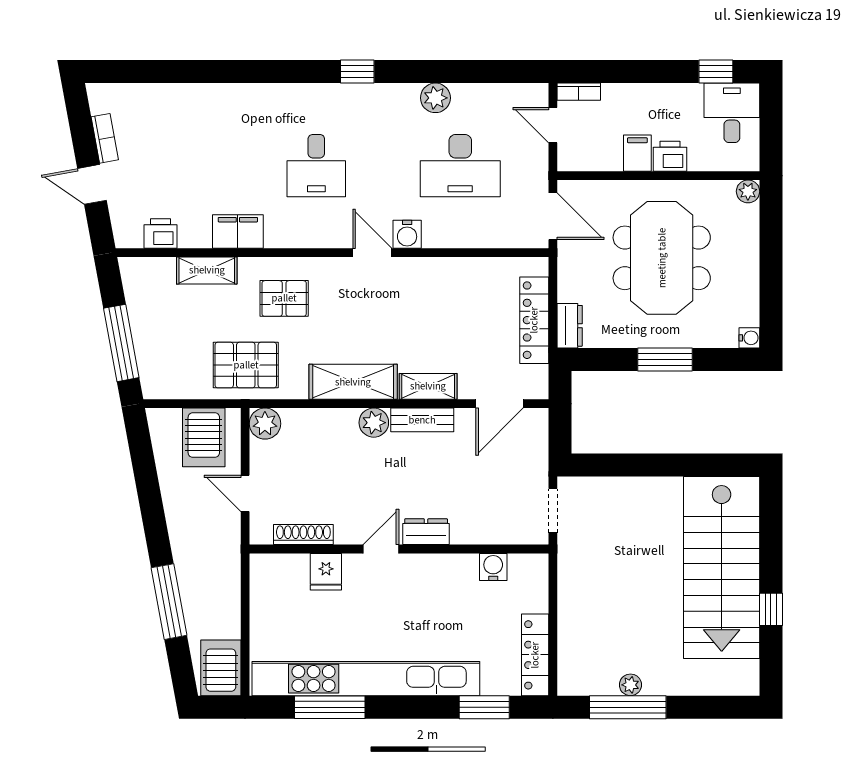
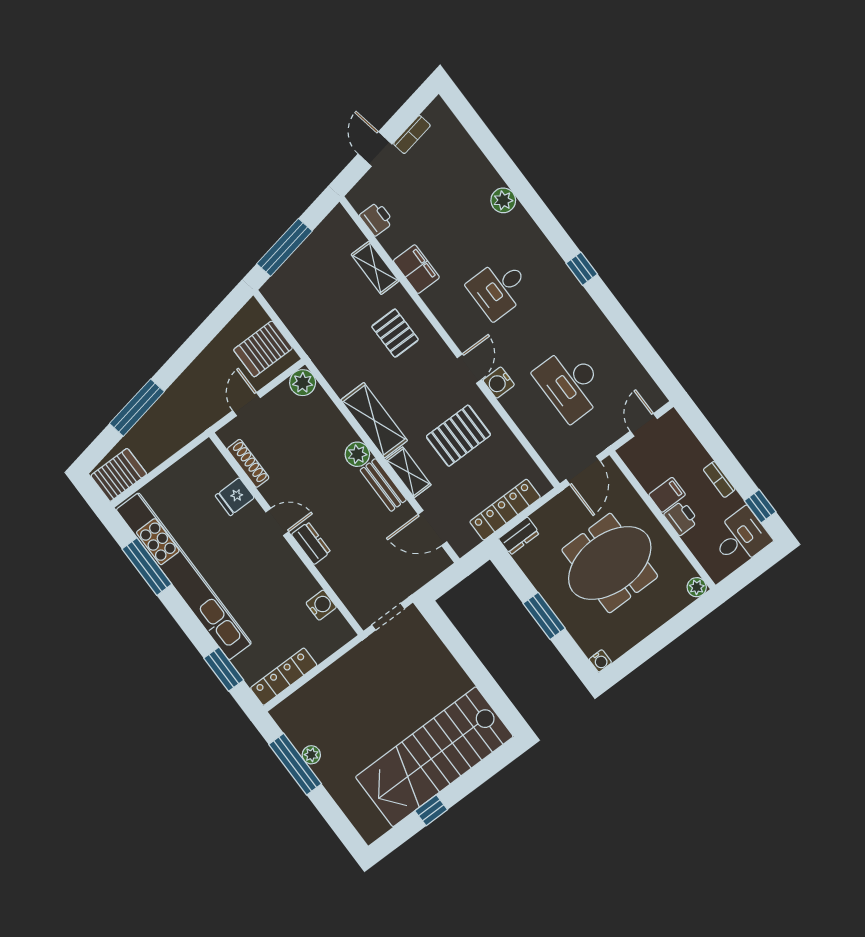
bookcase: (579, 92) -> (719, 479), moved
plant: (435, 98) -> (503, 200), moved
pallet: (246, 365) -> (458, 436), moved, turned 90

